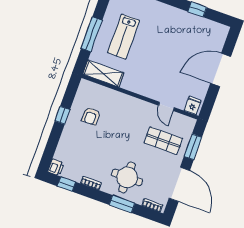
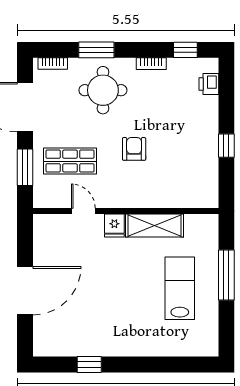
shelving: (103, 74) -> (155, 226), moved
fridge: (193, 106) -> (114, 226), moved
armchair: (91, 116) -> (134, 149), moved
printer: (56, 167) -> (209, 84), moved

